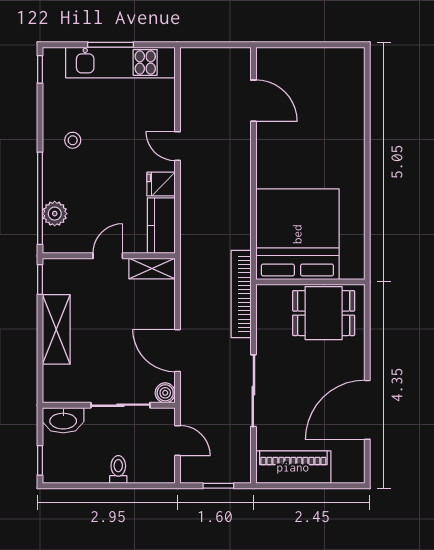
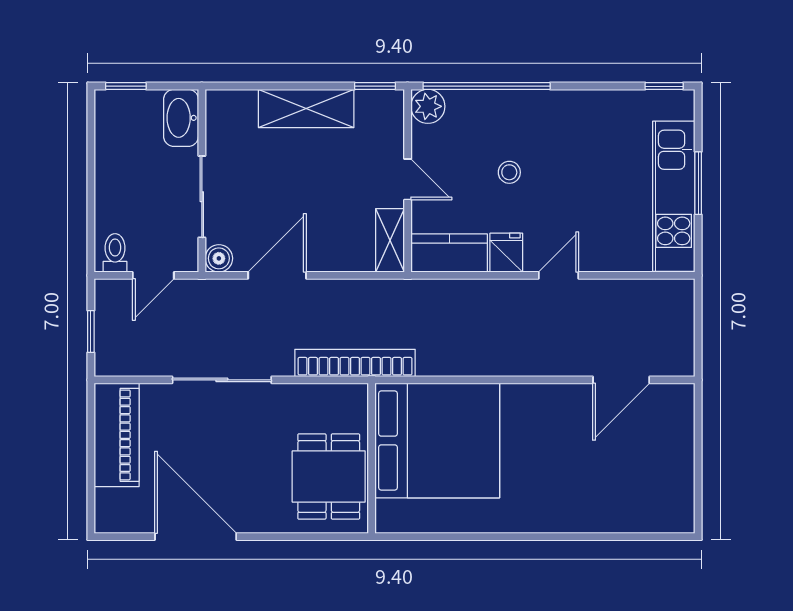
stool: (73, 140) -> (509, 172), moved
plant: (55, 214) -> (428, 106), moved
toilet: (118, 470) -> (115, 253), moved, turned -90

